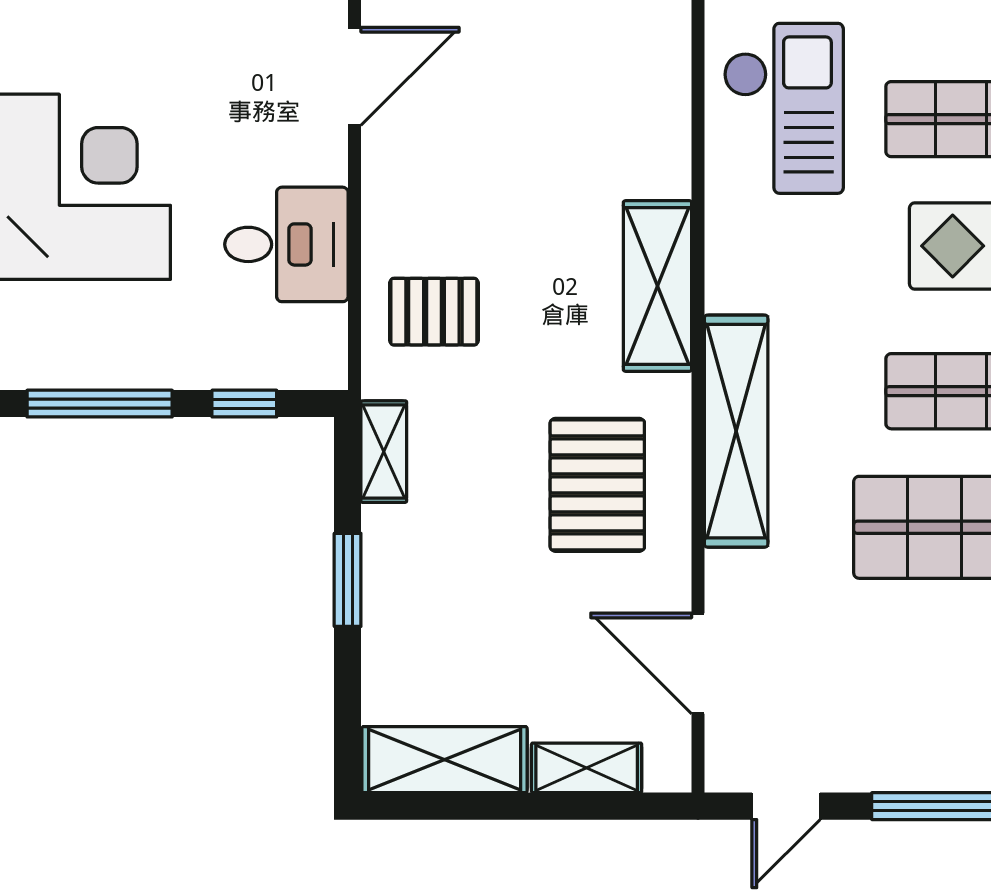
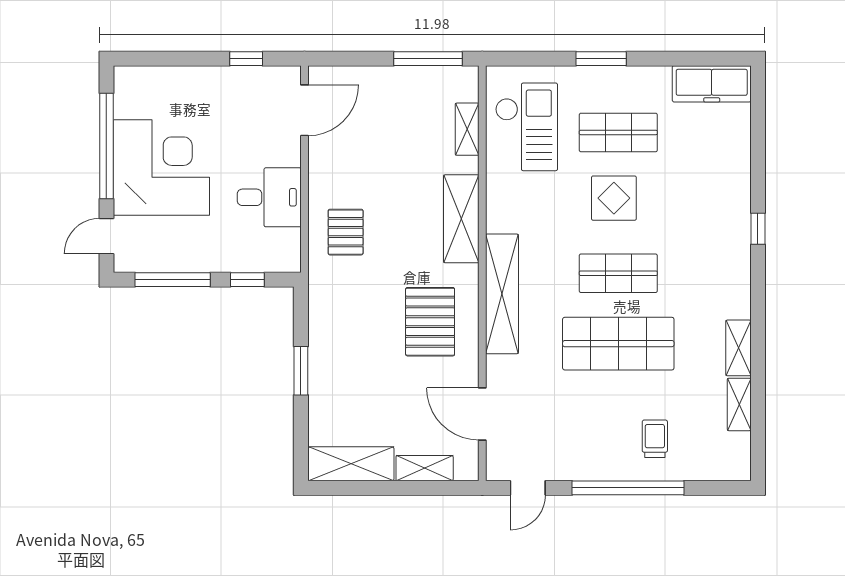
pallet: (434, 312) -> (346, 232), turned 90
shelving: (384, 452) -> (467, 129), moved

